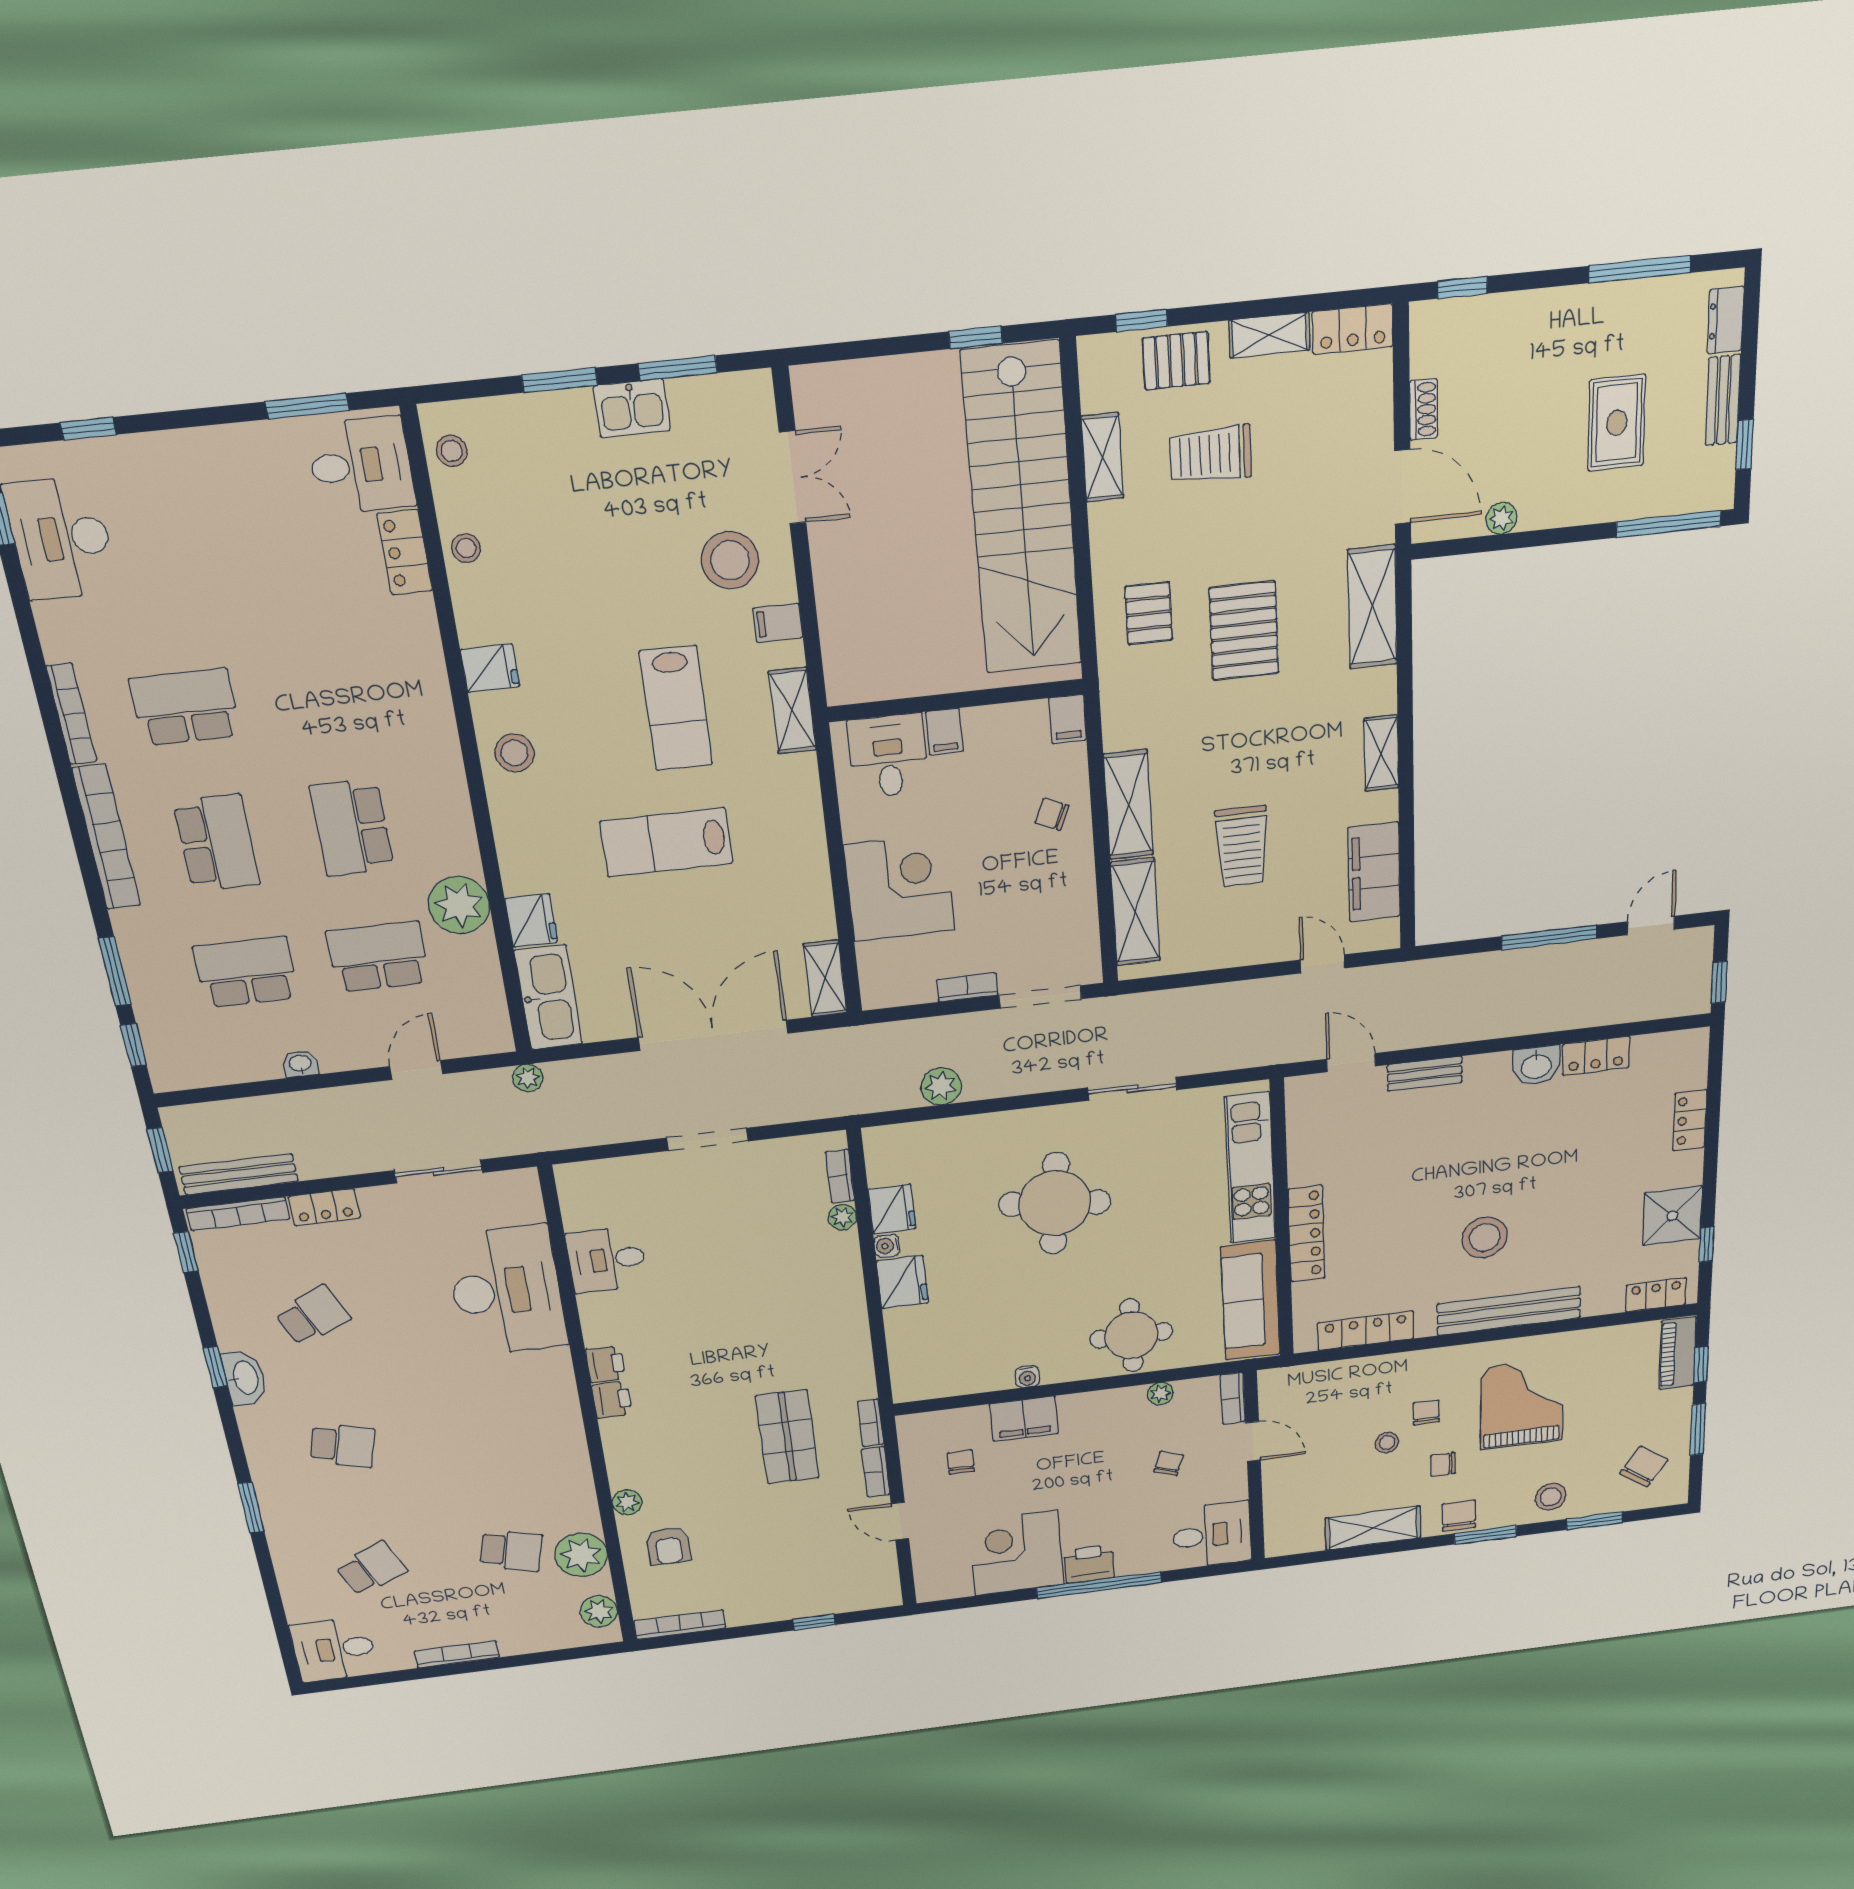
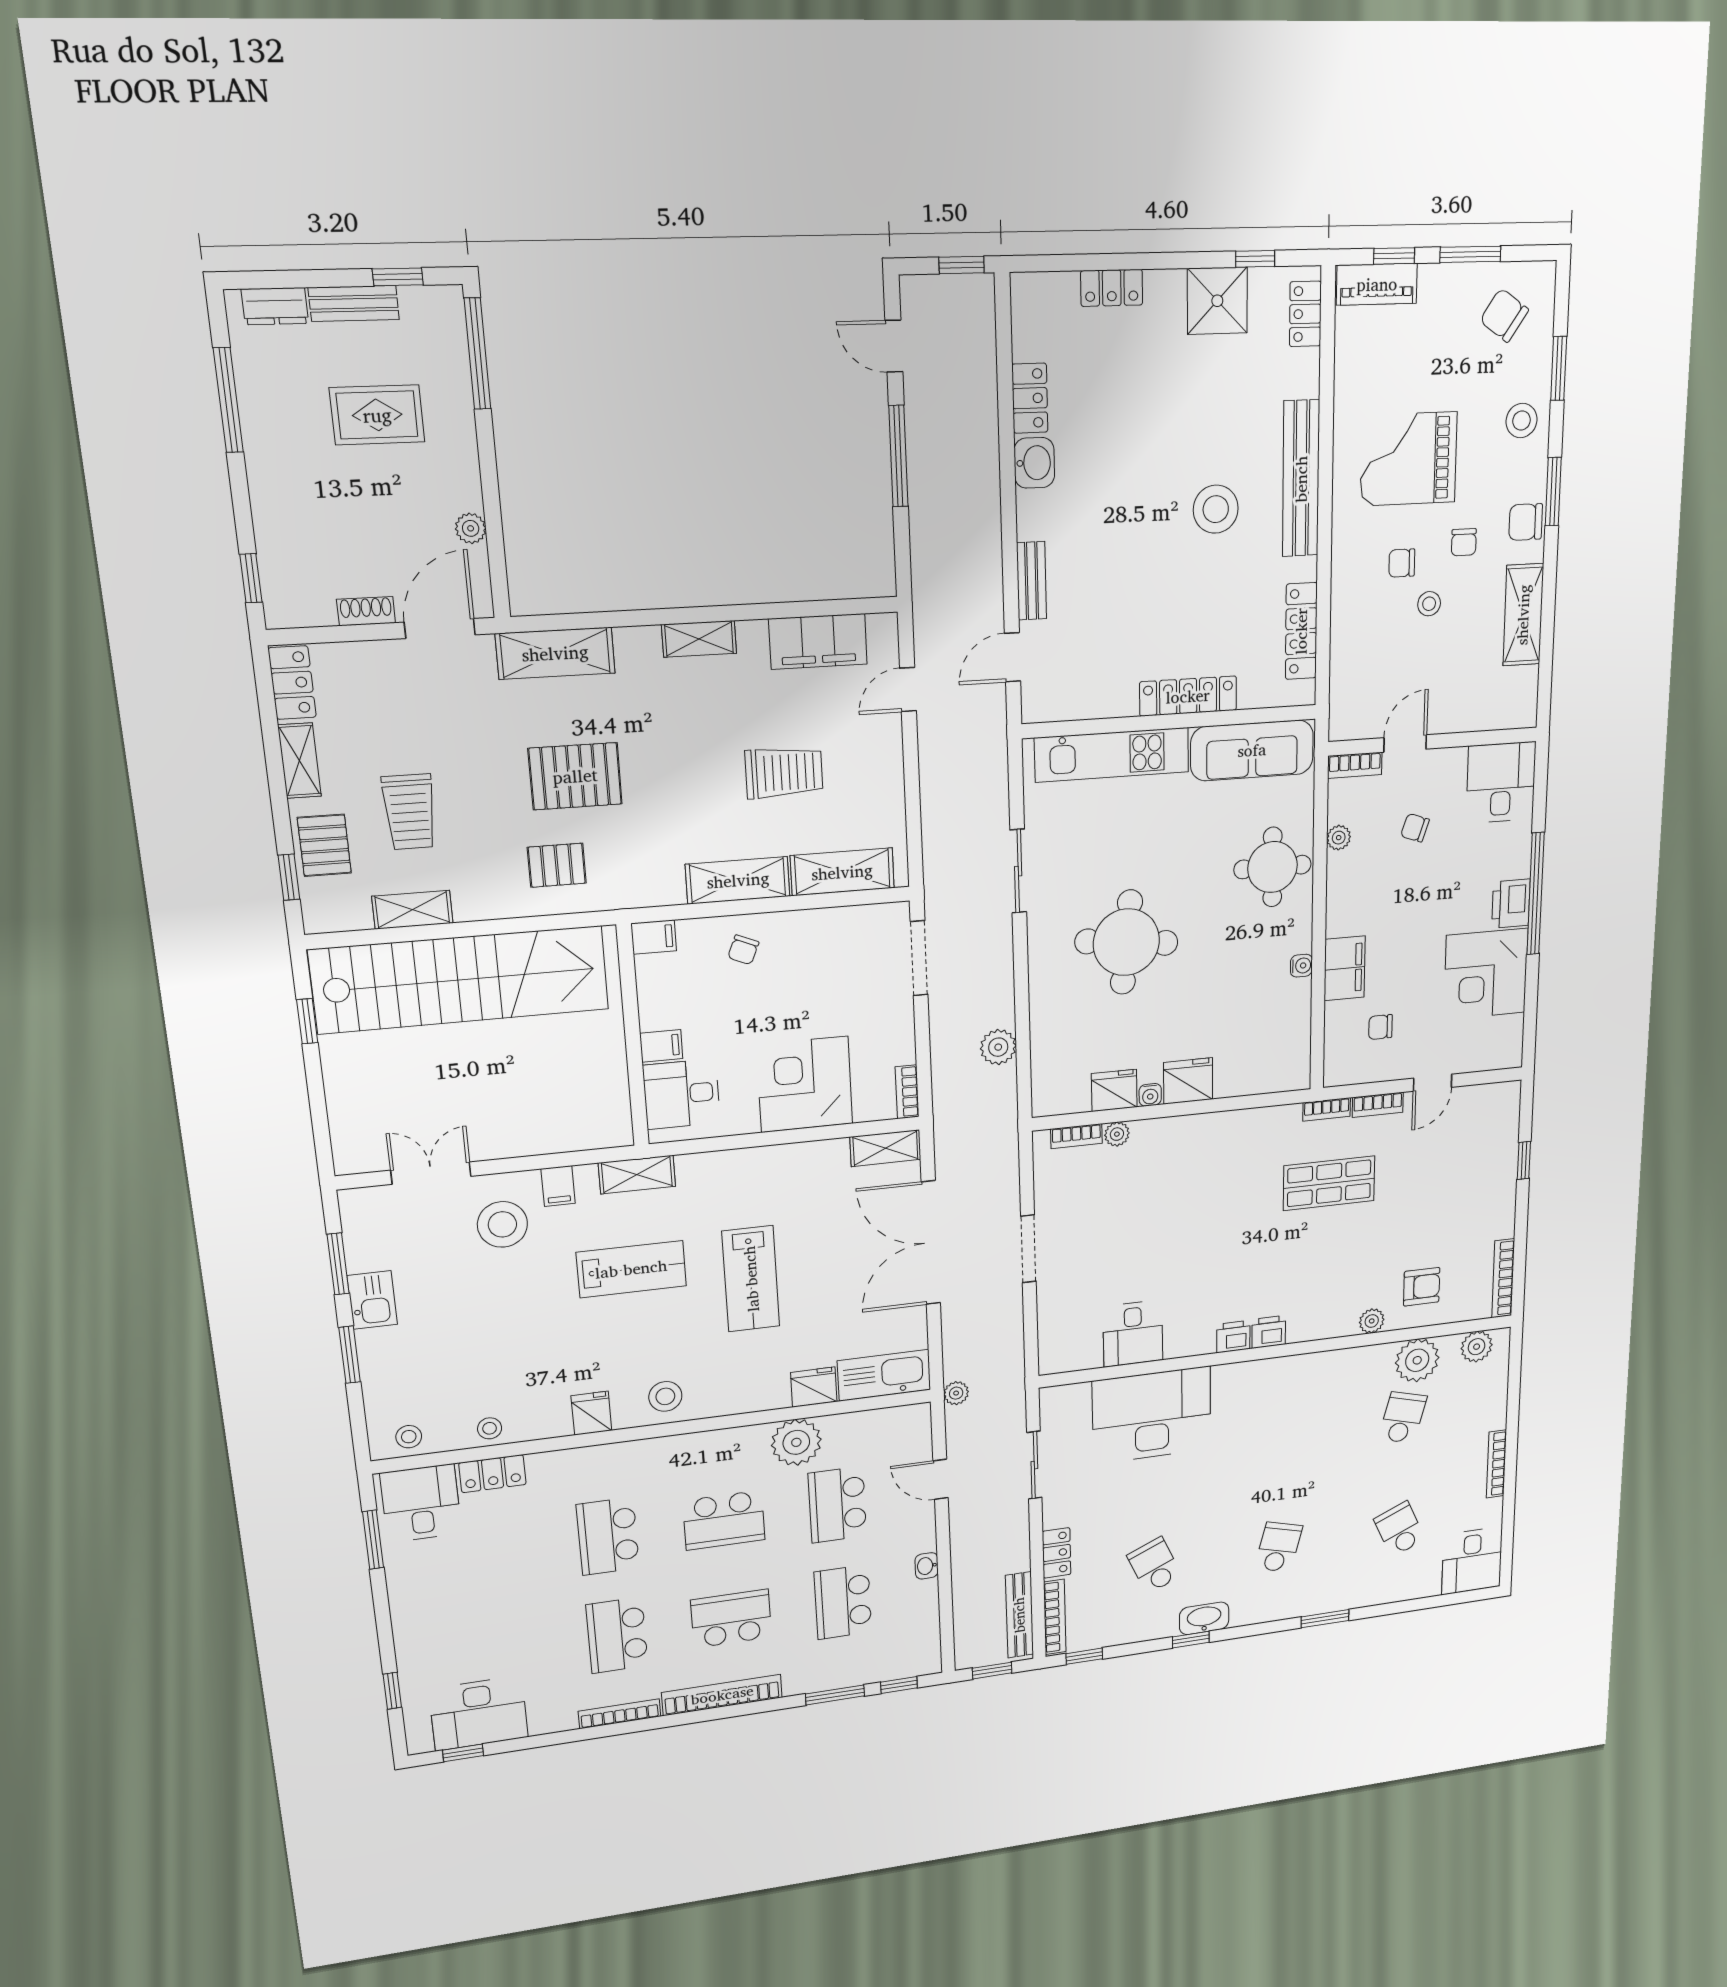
school desk: (324, 692) -> (608, 1536), added
bookcase: (967, 987) -> (907, 1092), moved

